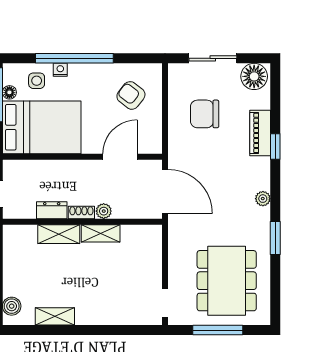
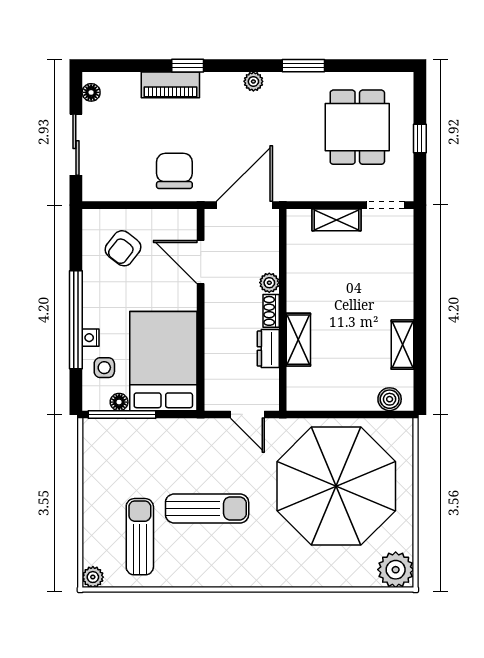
floor lamp: (254, 76) -> (91, 92), width x0.53, depth x0.53
chair: (205, 114) -> (174, 171), moved, turned 180
shelving: (101, 233) -> (336, 220), moved, turned 90
dining table: (227, 281) -> (357, 127), width x0.73
window: (218, 330) -> (420, 138), width x0.46

